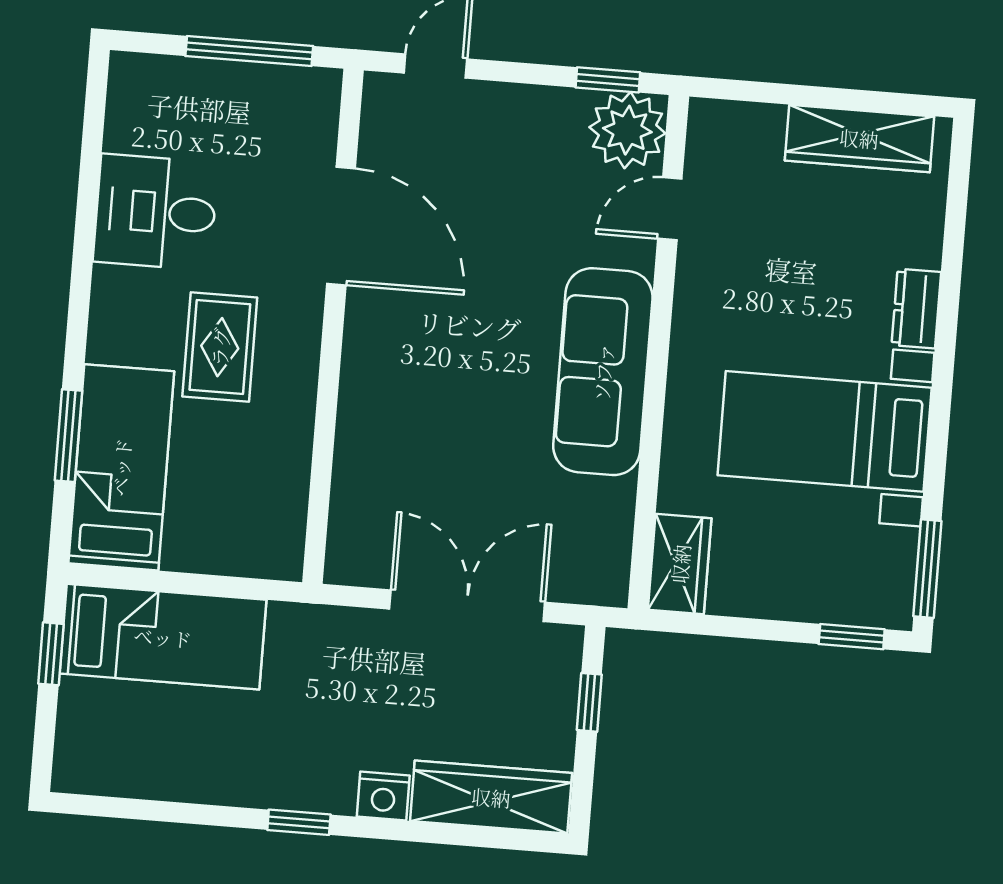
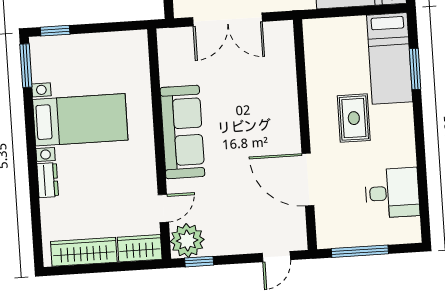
desk: (156, 212) -> (392, 193), moved
wardrobe: (680, 564) -> (140, 248), moved, turned 90

